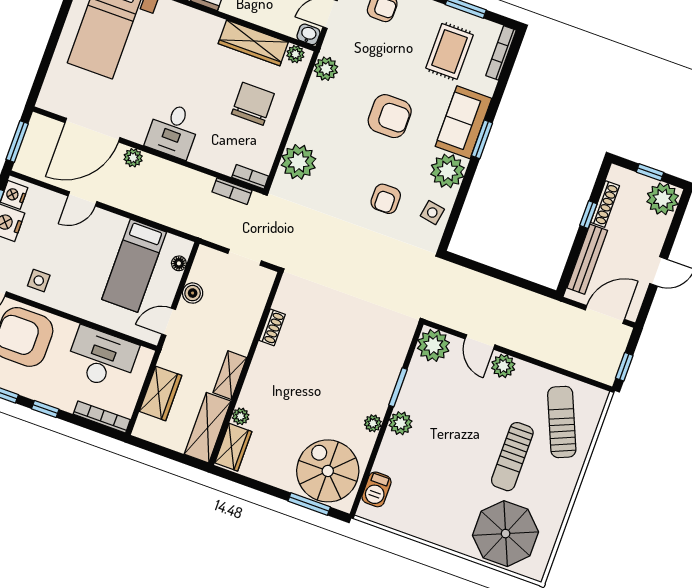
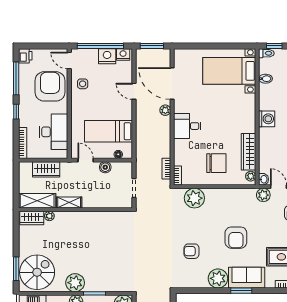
plant: (326, 69) -> (263, 195), moved
side table: (432, 213) -> (193, 278), removed
shoe rack: (272, 327) -> (102, 216), removed
plant: (373, 423) -> (75, 283), width x1.87, depth x1.87

